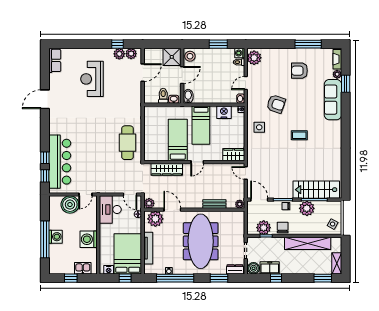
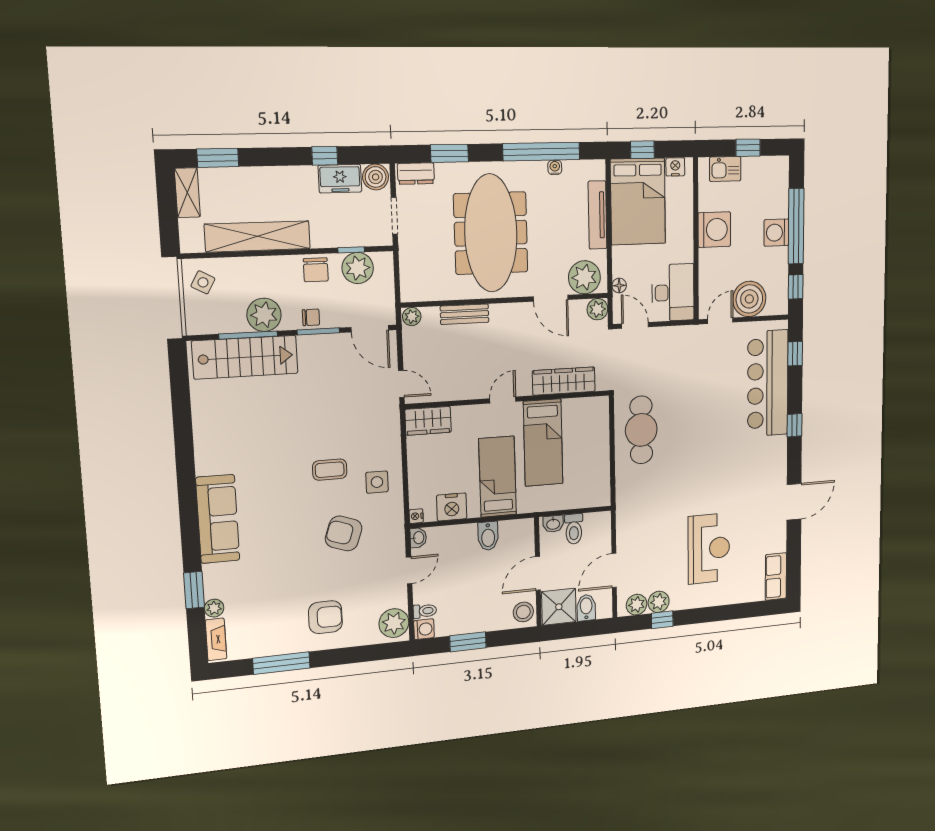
bidet: (158, 55) -> (586, 608), added
armchair: (299, 71) -> (325, 617), moved
bidet: (188, 96) -> (488, 536), moved
sofa: (333, 100) -> (218, 519), moved
coffee table: (299, 135) -> (330, 470), moved
window: (45, 158) -> (795, 425), moved
window: (45, 209) -> (796, 287), added

